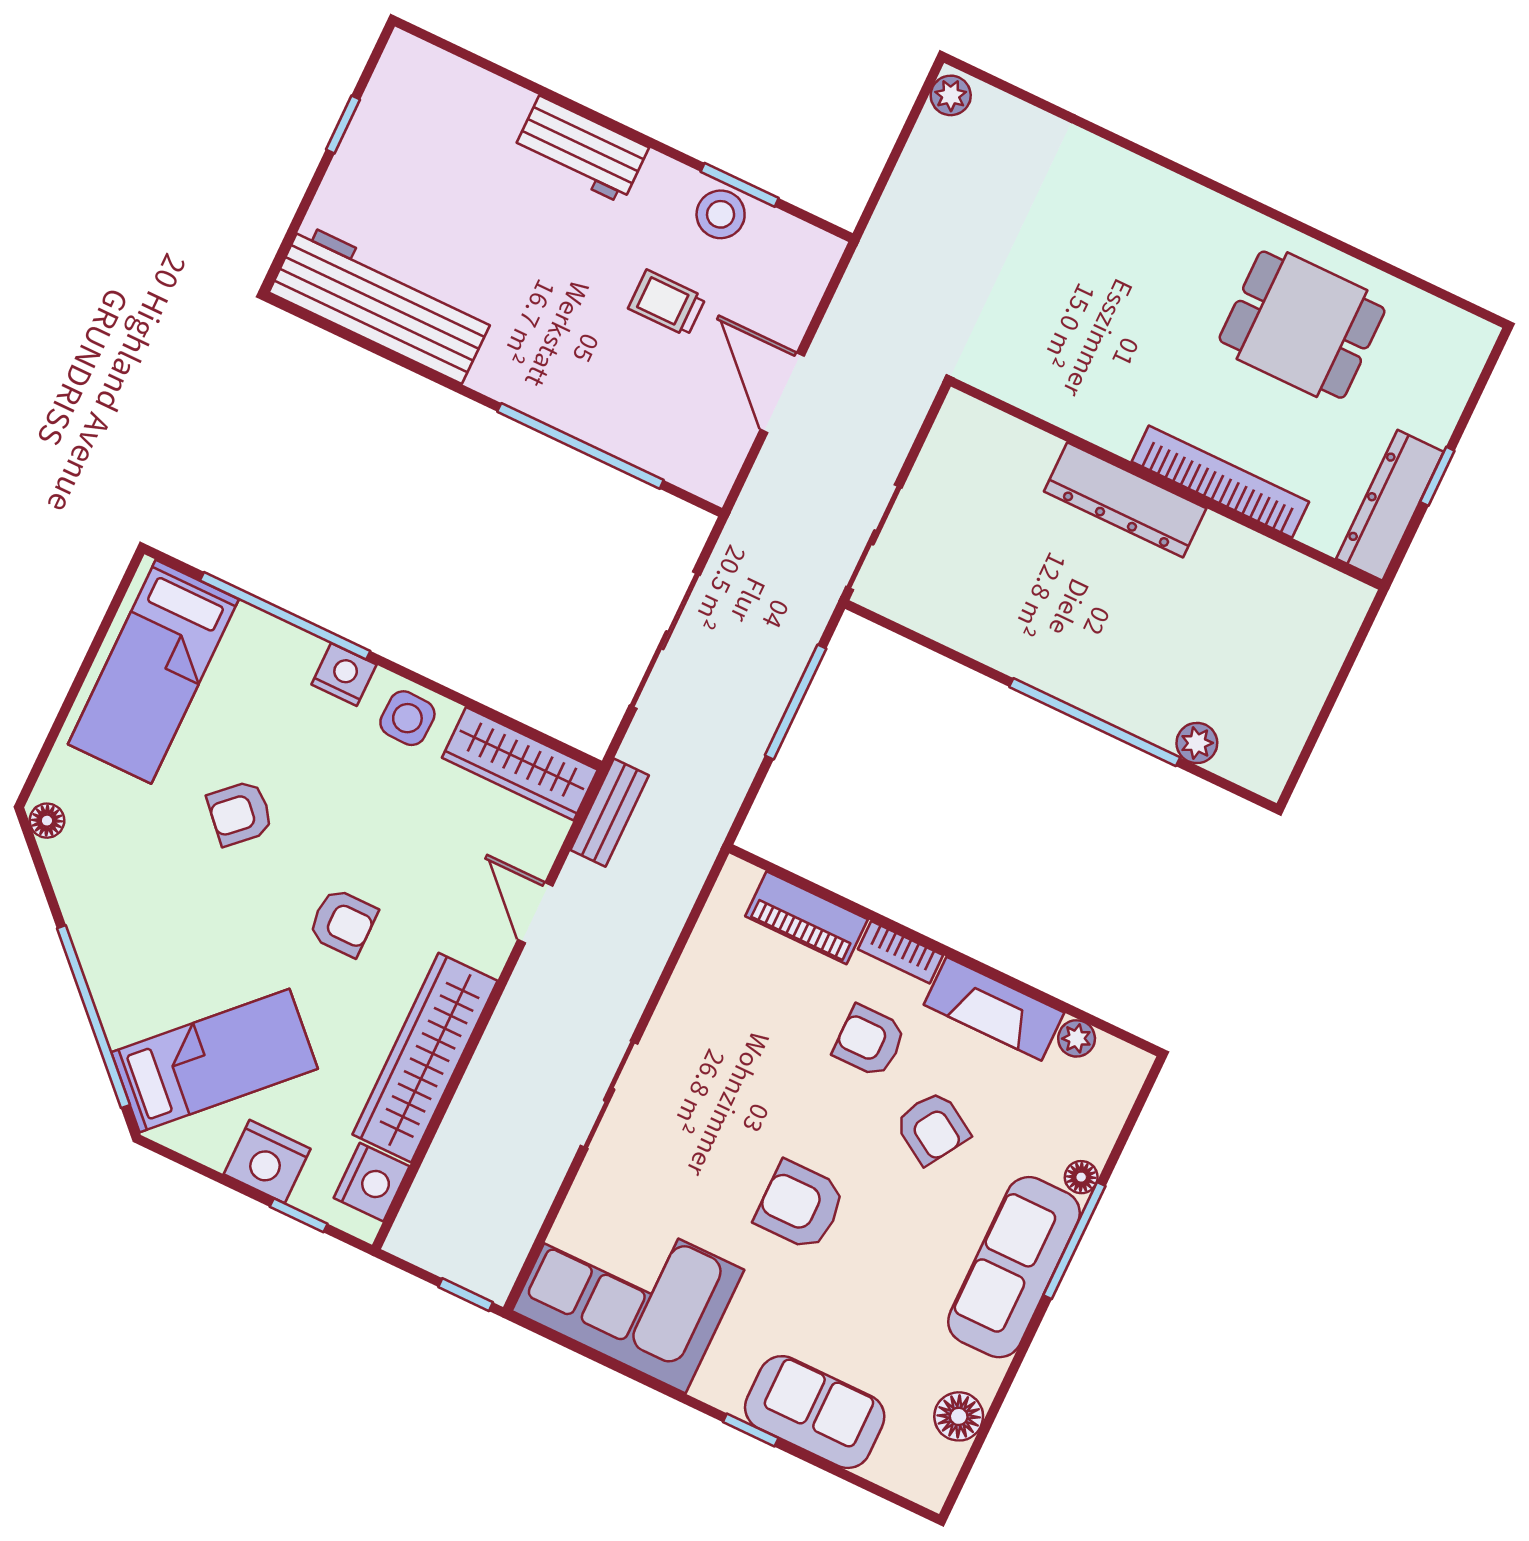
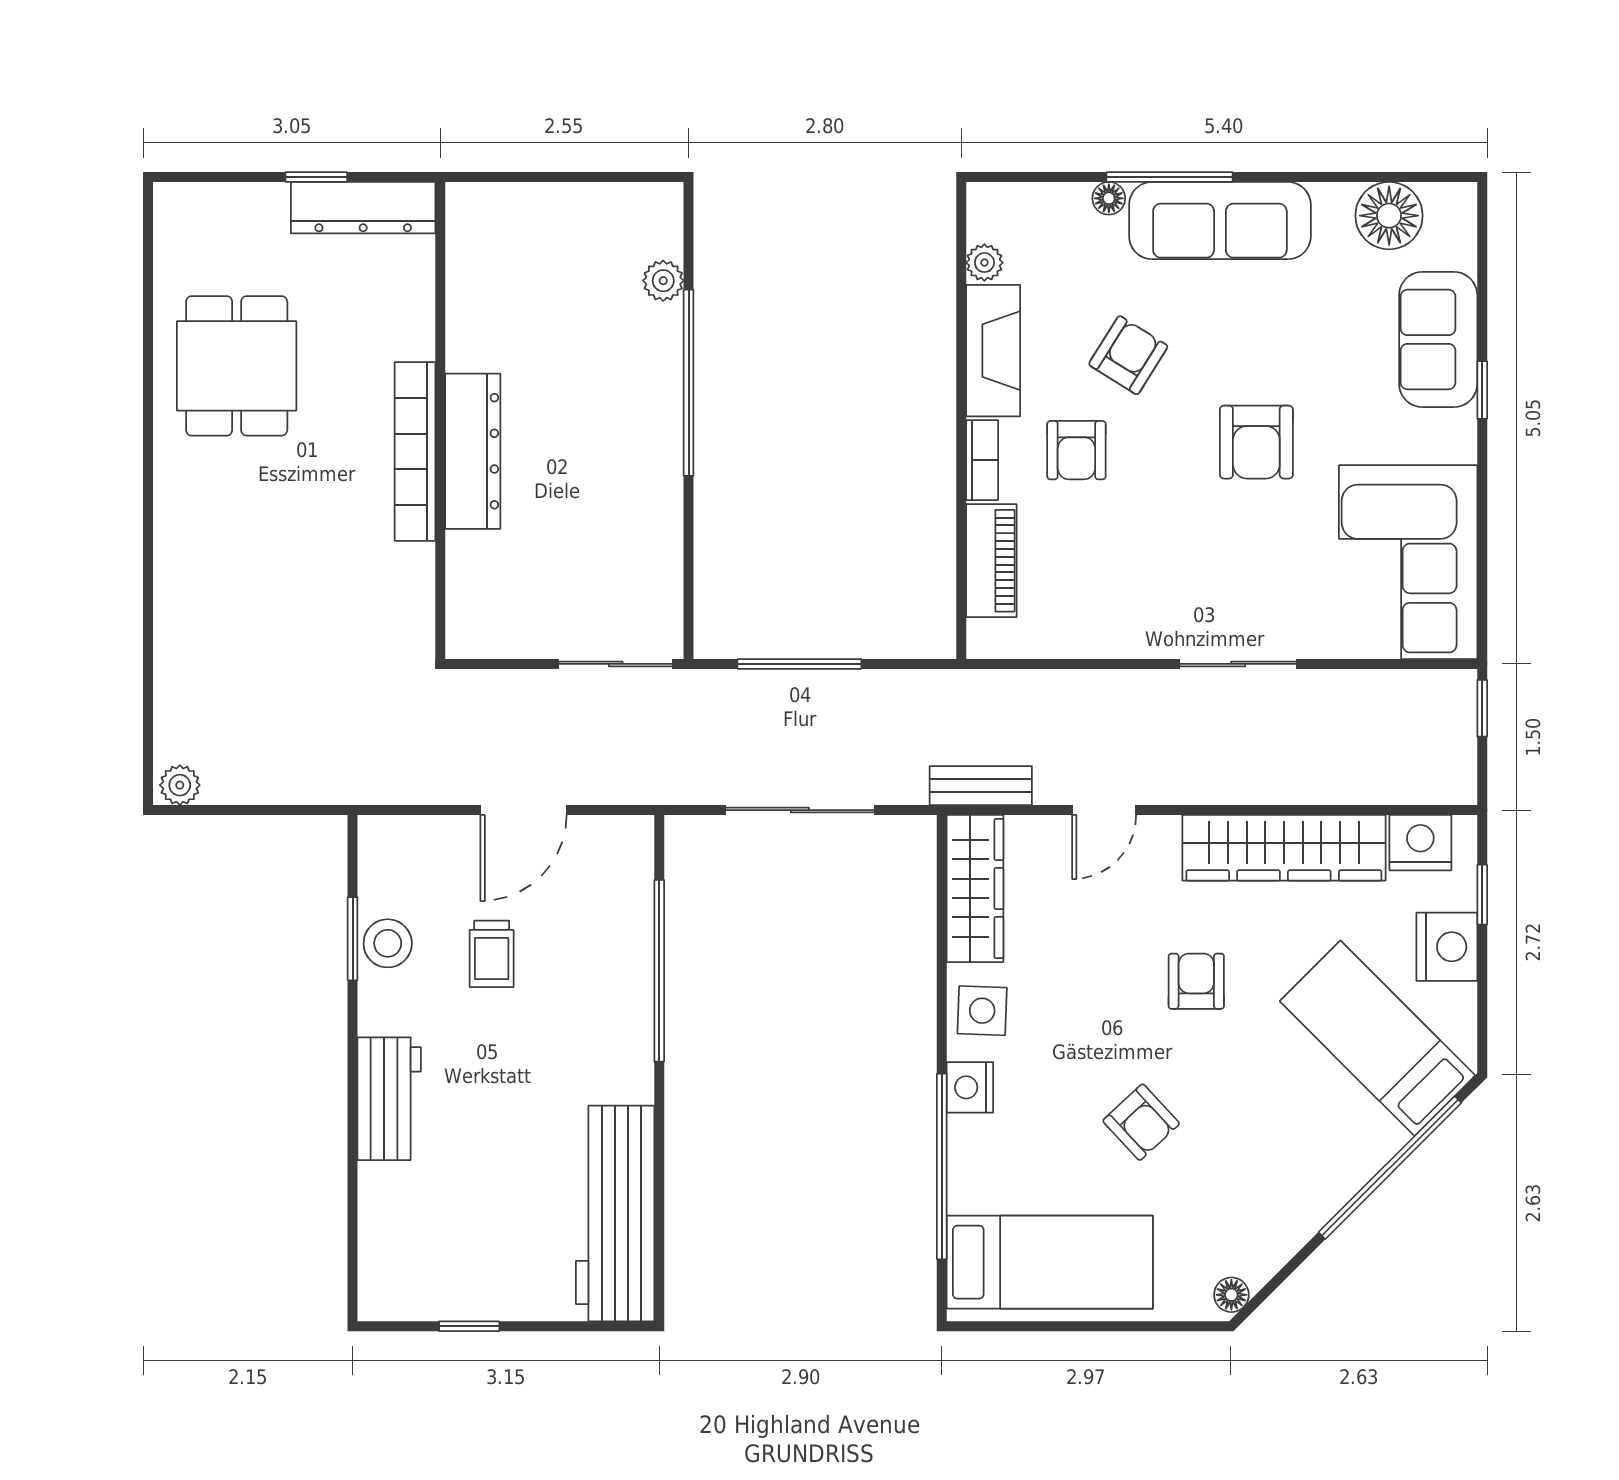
bookcase: (1220, 482) -> (415, 452), moved
floor lamp: (959, 1416) -> (1389, 216), width x1.38, depth x1.38

